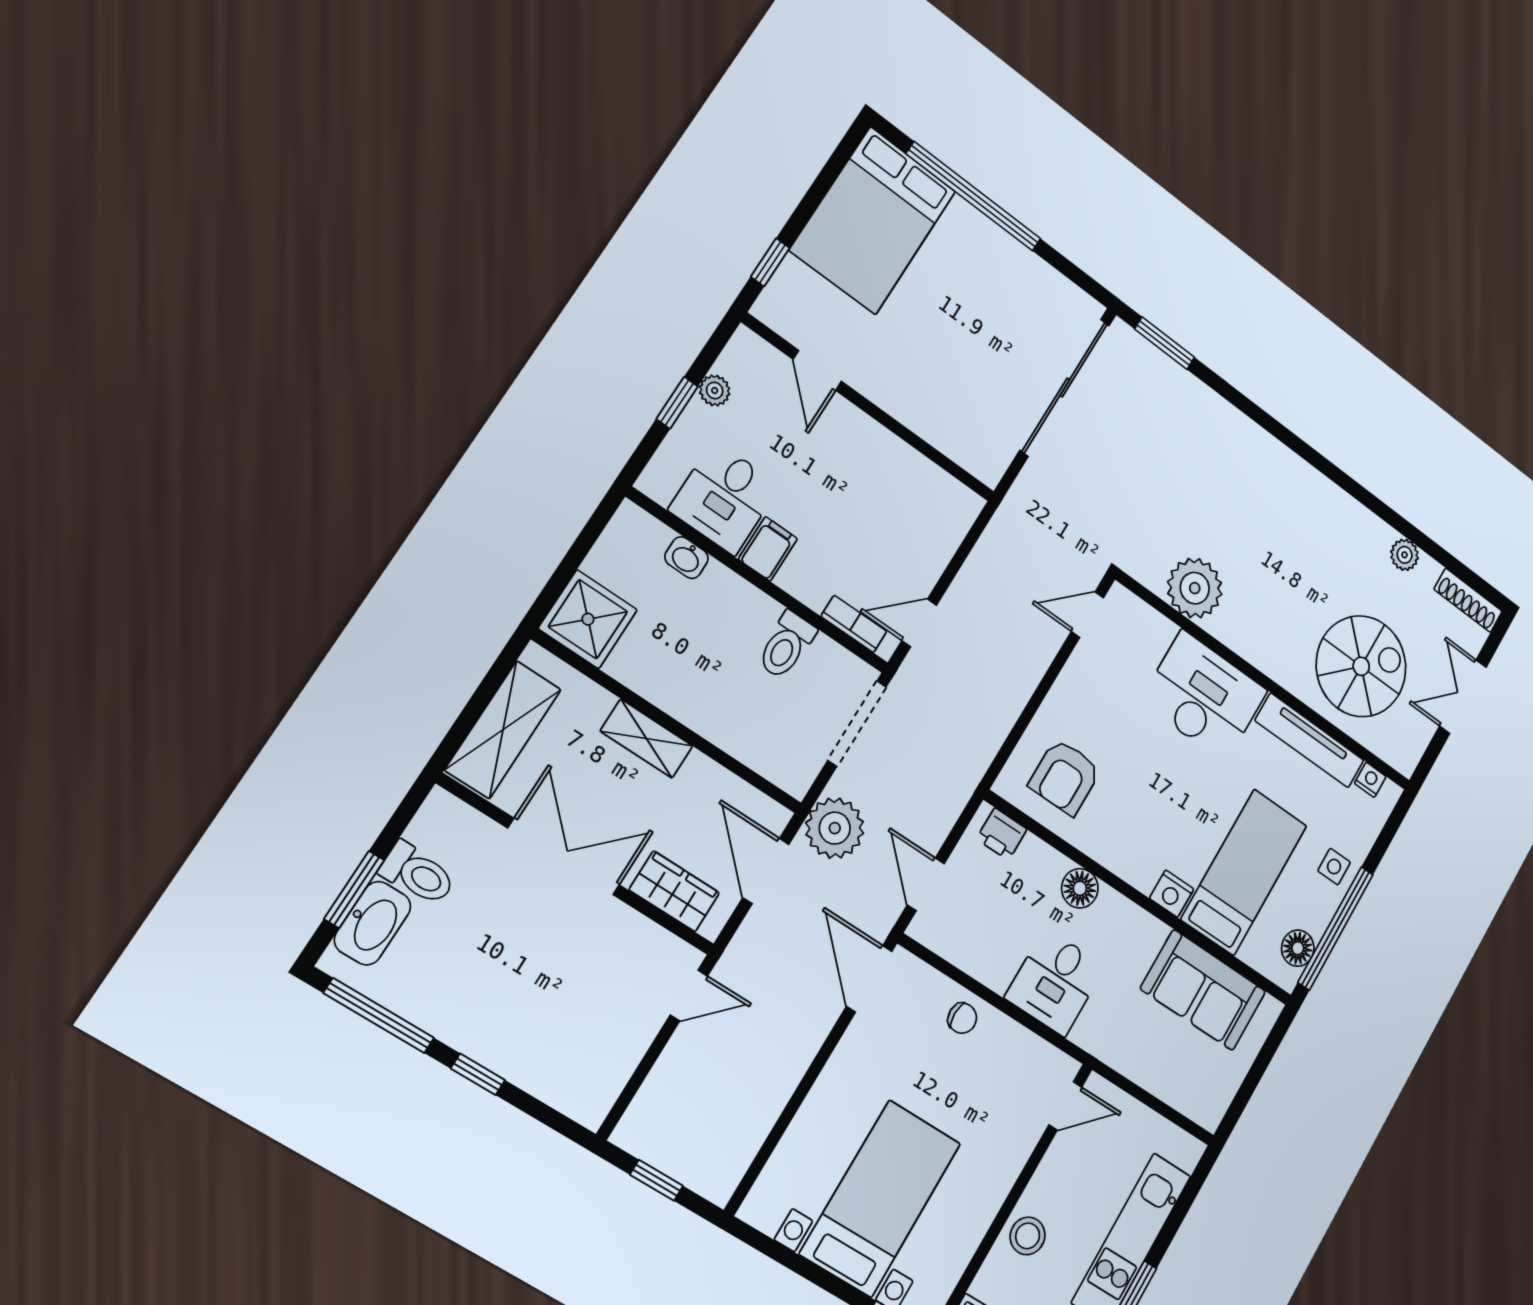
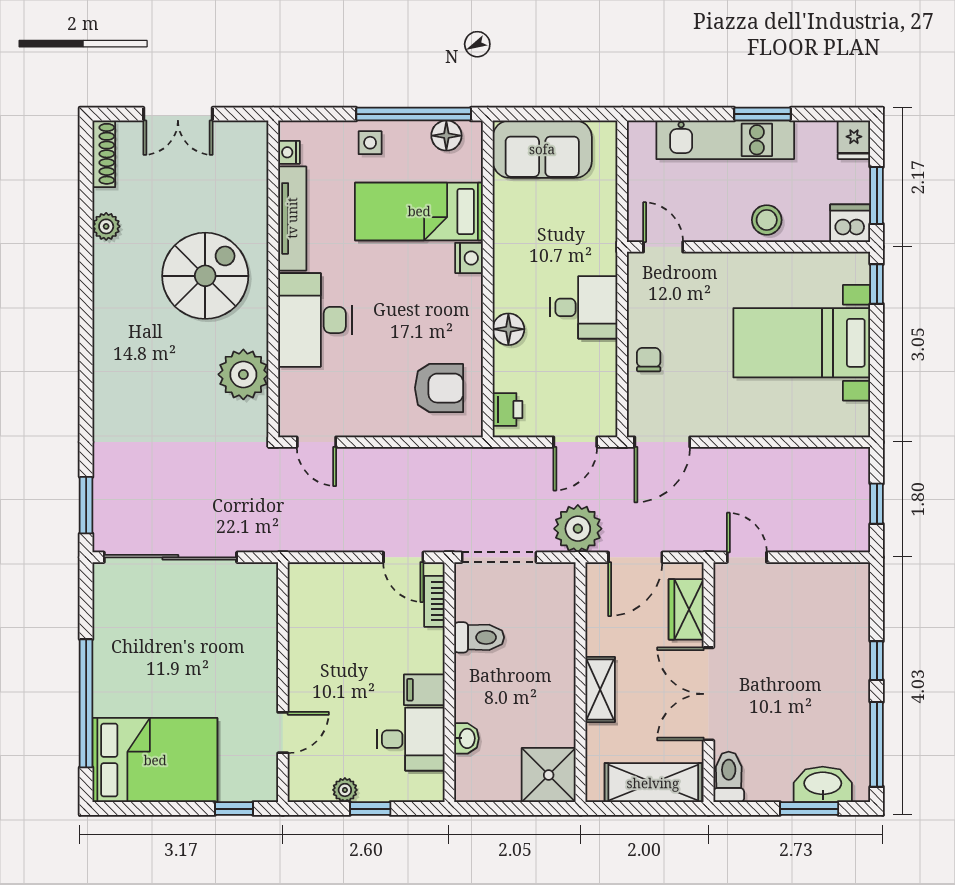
spiral stairs: (1361, 666) -> (205, 276), moved, turned 90
toilet: (418, 874) -> (729, 777), moved
sofa: (1203, 990) -> (542, 149), moved, turned 90

